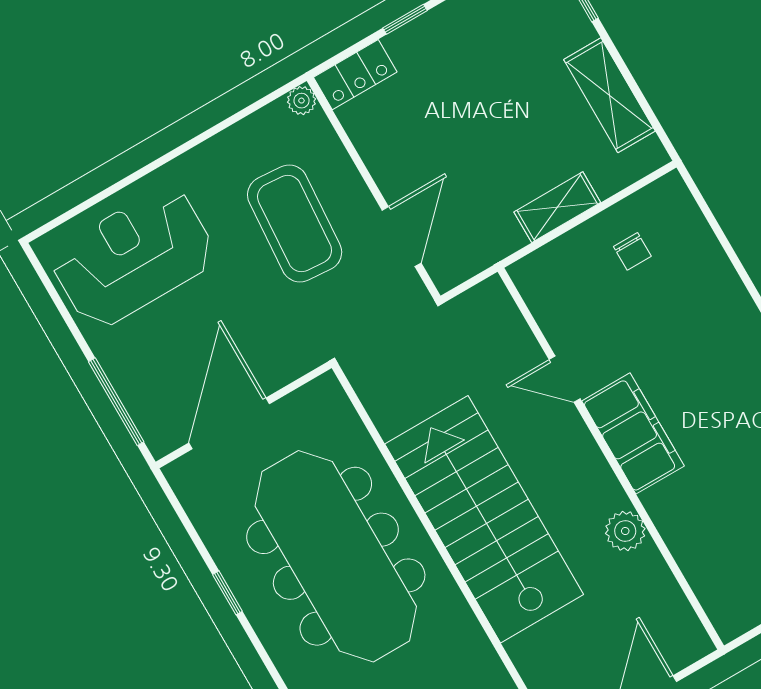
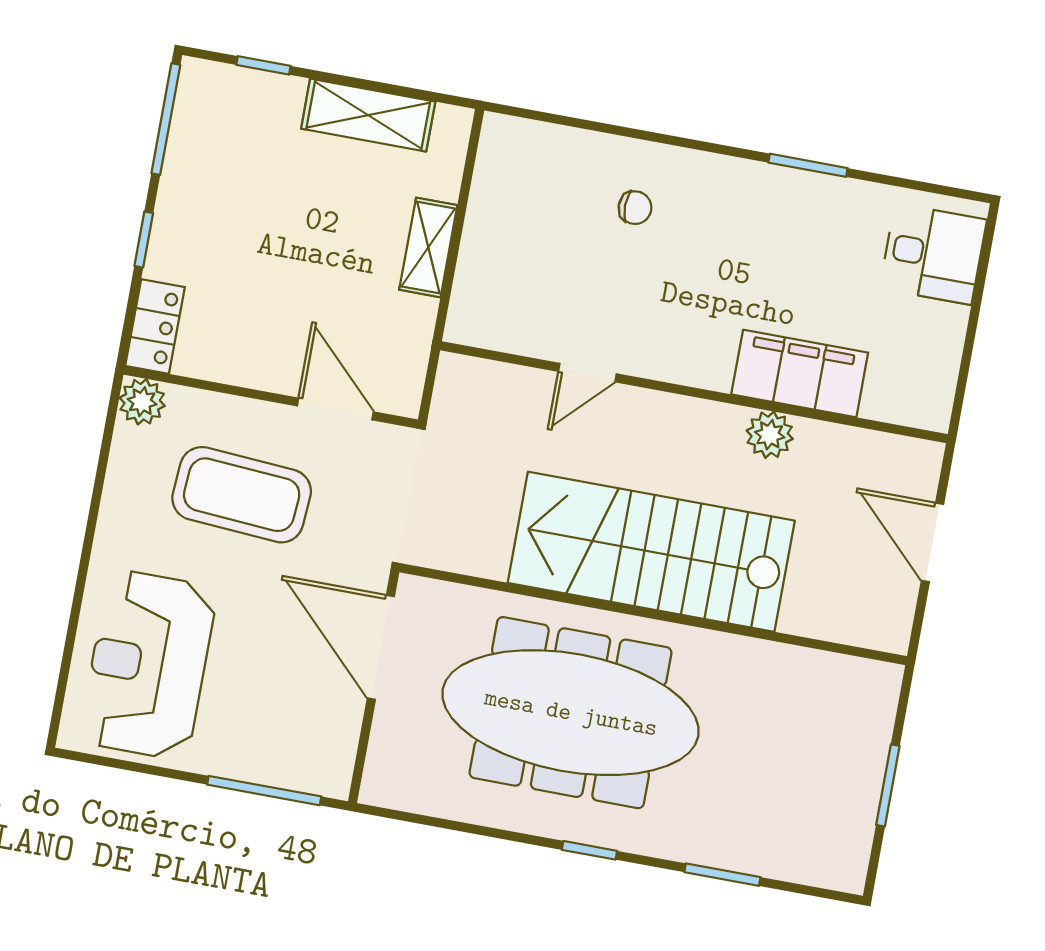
plant: (301, 101) -> (142, 402), width x1.38, depth x1.38
chair: (632, 251) -> (635, 208), moved
door: (229, 423) -> (381, 647), moved
filing cabinet: (633, 433) -> (800, 374), moved
window: (227, 593) -> (589, 850), moved

